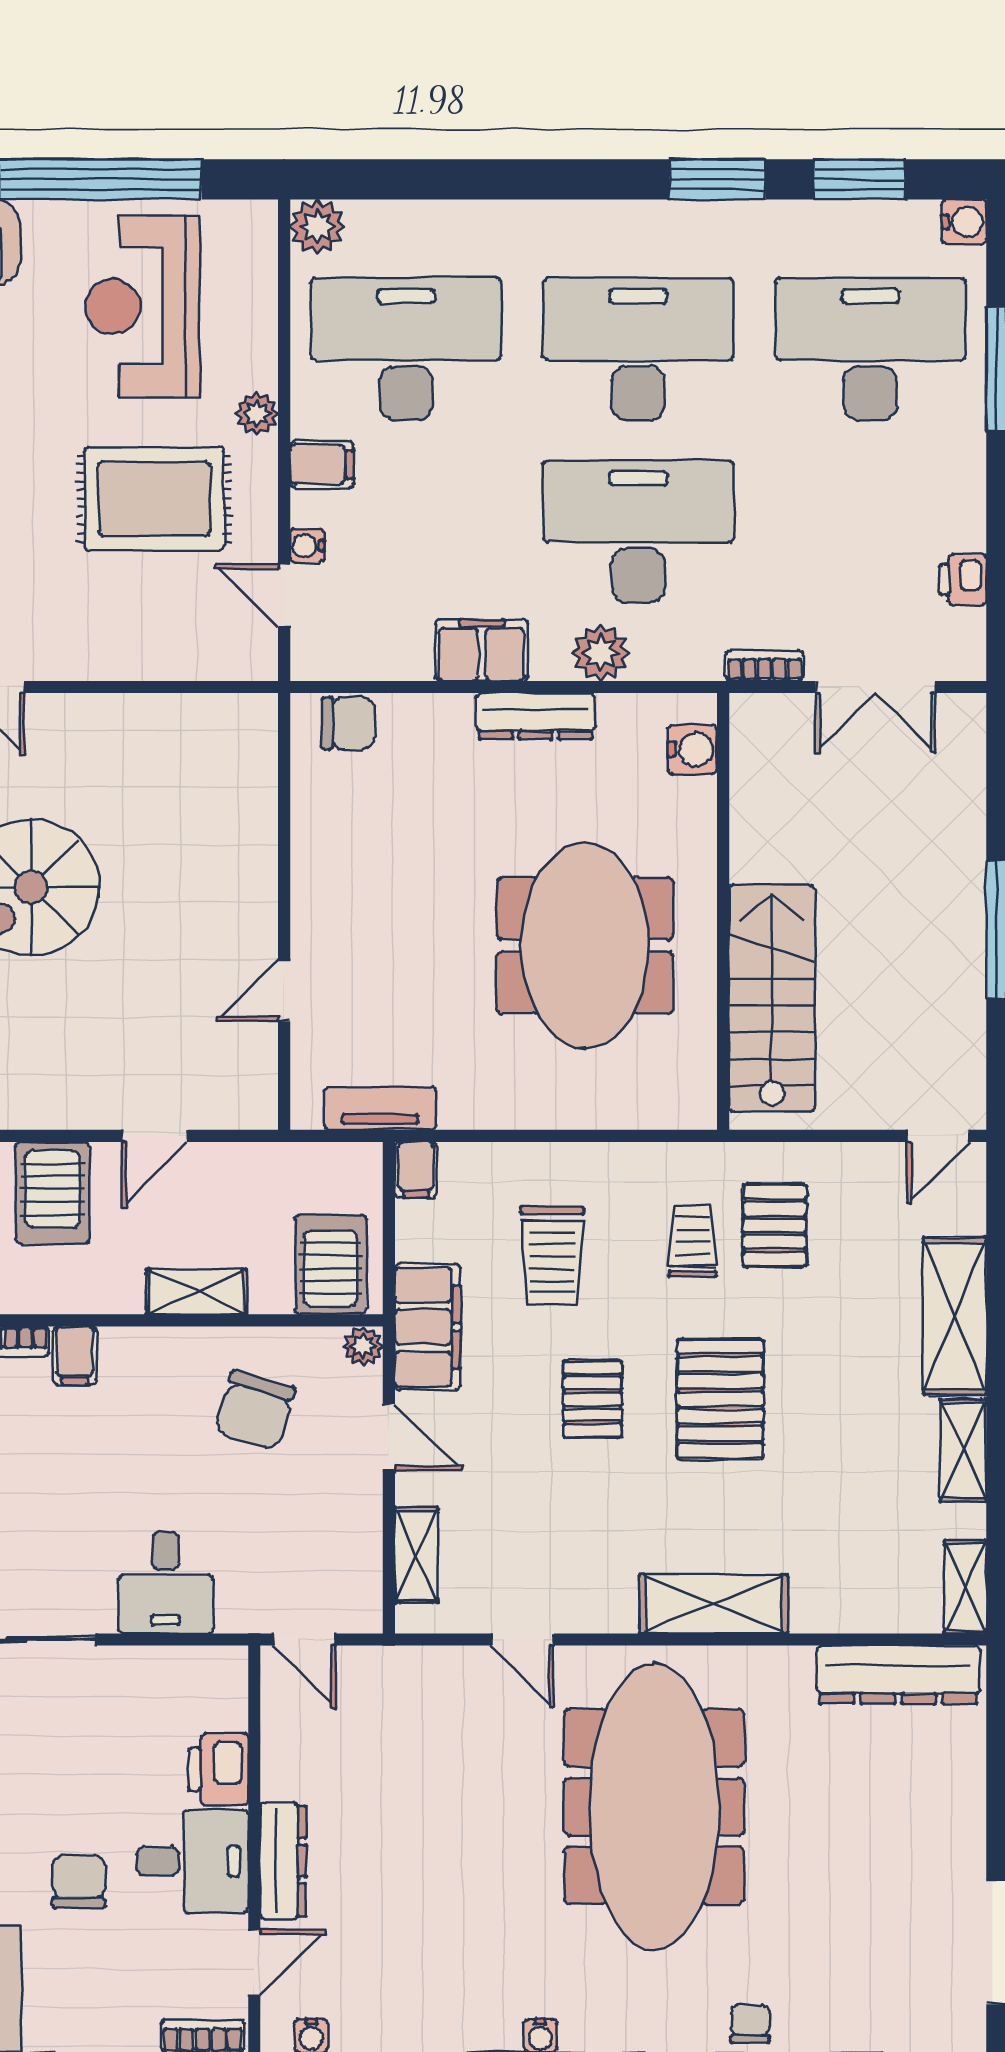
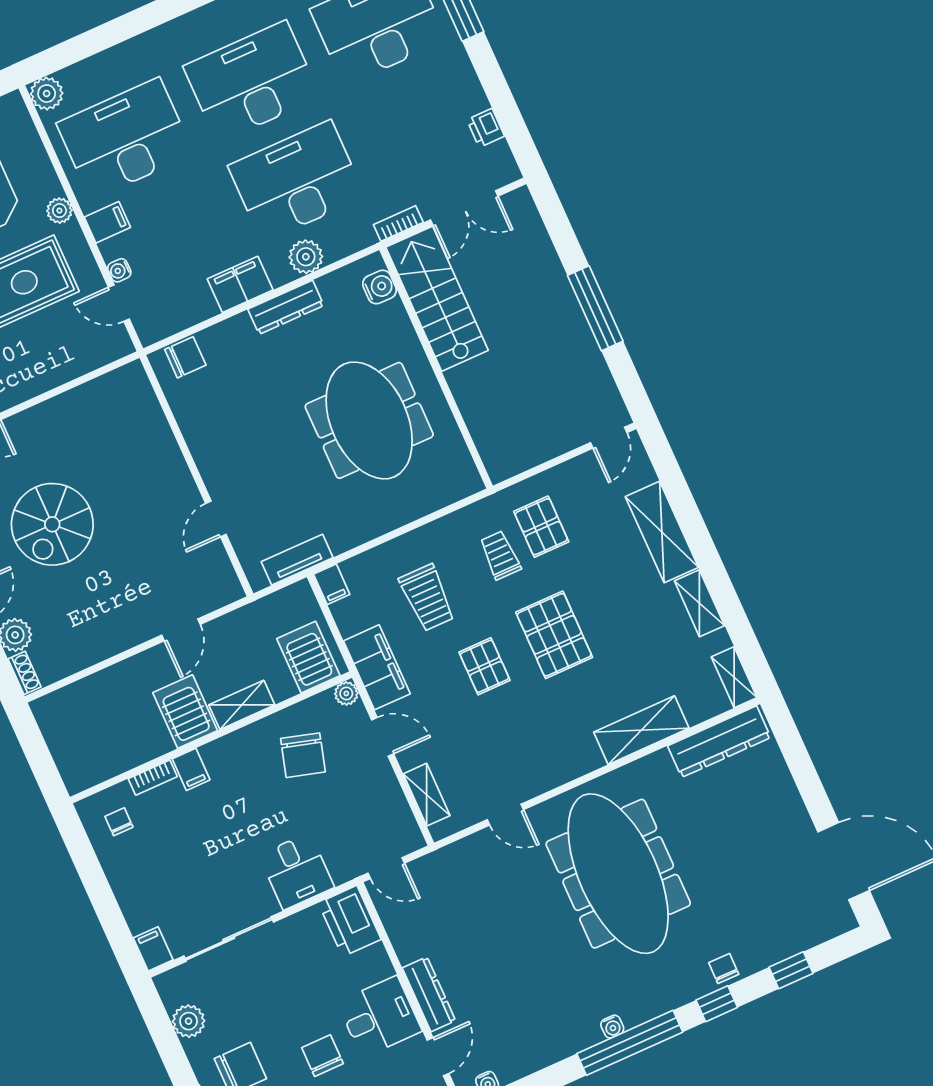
stairs: (772, 998) -> (437, 299), moved
server rack: (53, 1193) -> (185, 712), moved, turned 180
shelving: (714, 1604) -> (641, 730), moved
printer: (218, 1769) -> (350, 921), moved, width x1.37, depth x1.19

